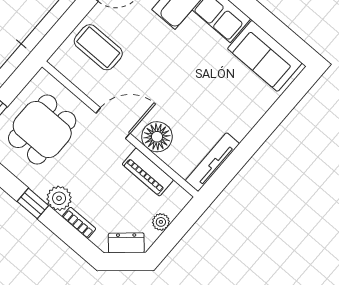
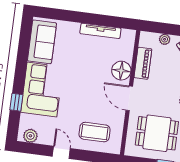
coffee table: (98, 47) -> (95, 132), turned 90
tv unit: (212, 162) -> (100, 31), moved

